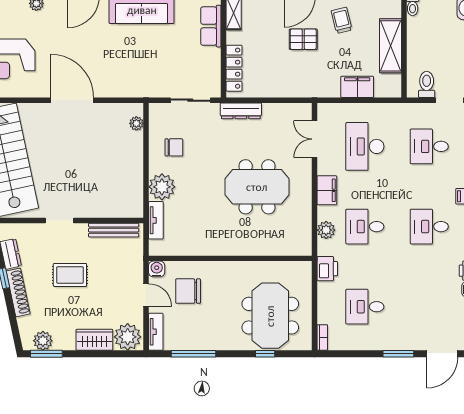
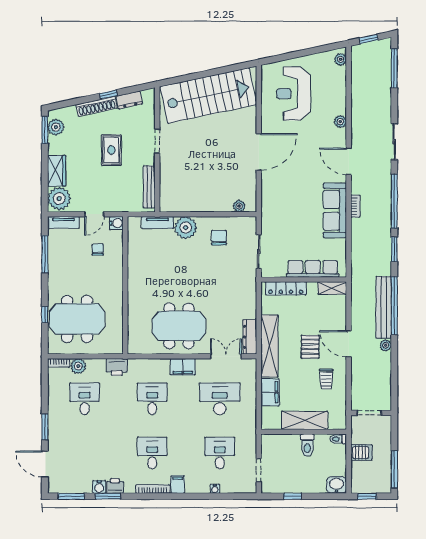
trolley: (342, 20) -> (326, 379), turned 104
row of seats: (211, 26) -> (313, 269), width x1.48
toilet: (427, 84) -> (307, 445), moved, turned 90
shelving: (302, 87) -> (269, 346), added
dresser: (241, 111) -> (250, 337), moved
chair: (174, 147) -> (219, 238), turned 180
meeting table: (257, 187) -> (179, 326), moved, turned 90
plant: (326, 230) -> (78, 366), moved
chair: (188, 291) -> (98, 250), width x0.54, depth x0.54

